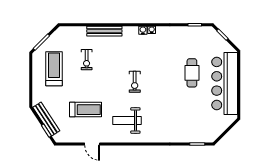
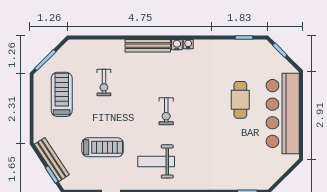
bench: (104, 31) -> (148, 46), moved

